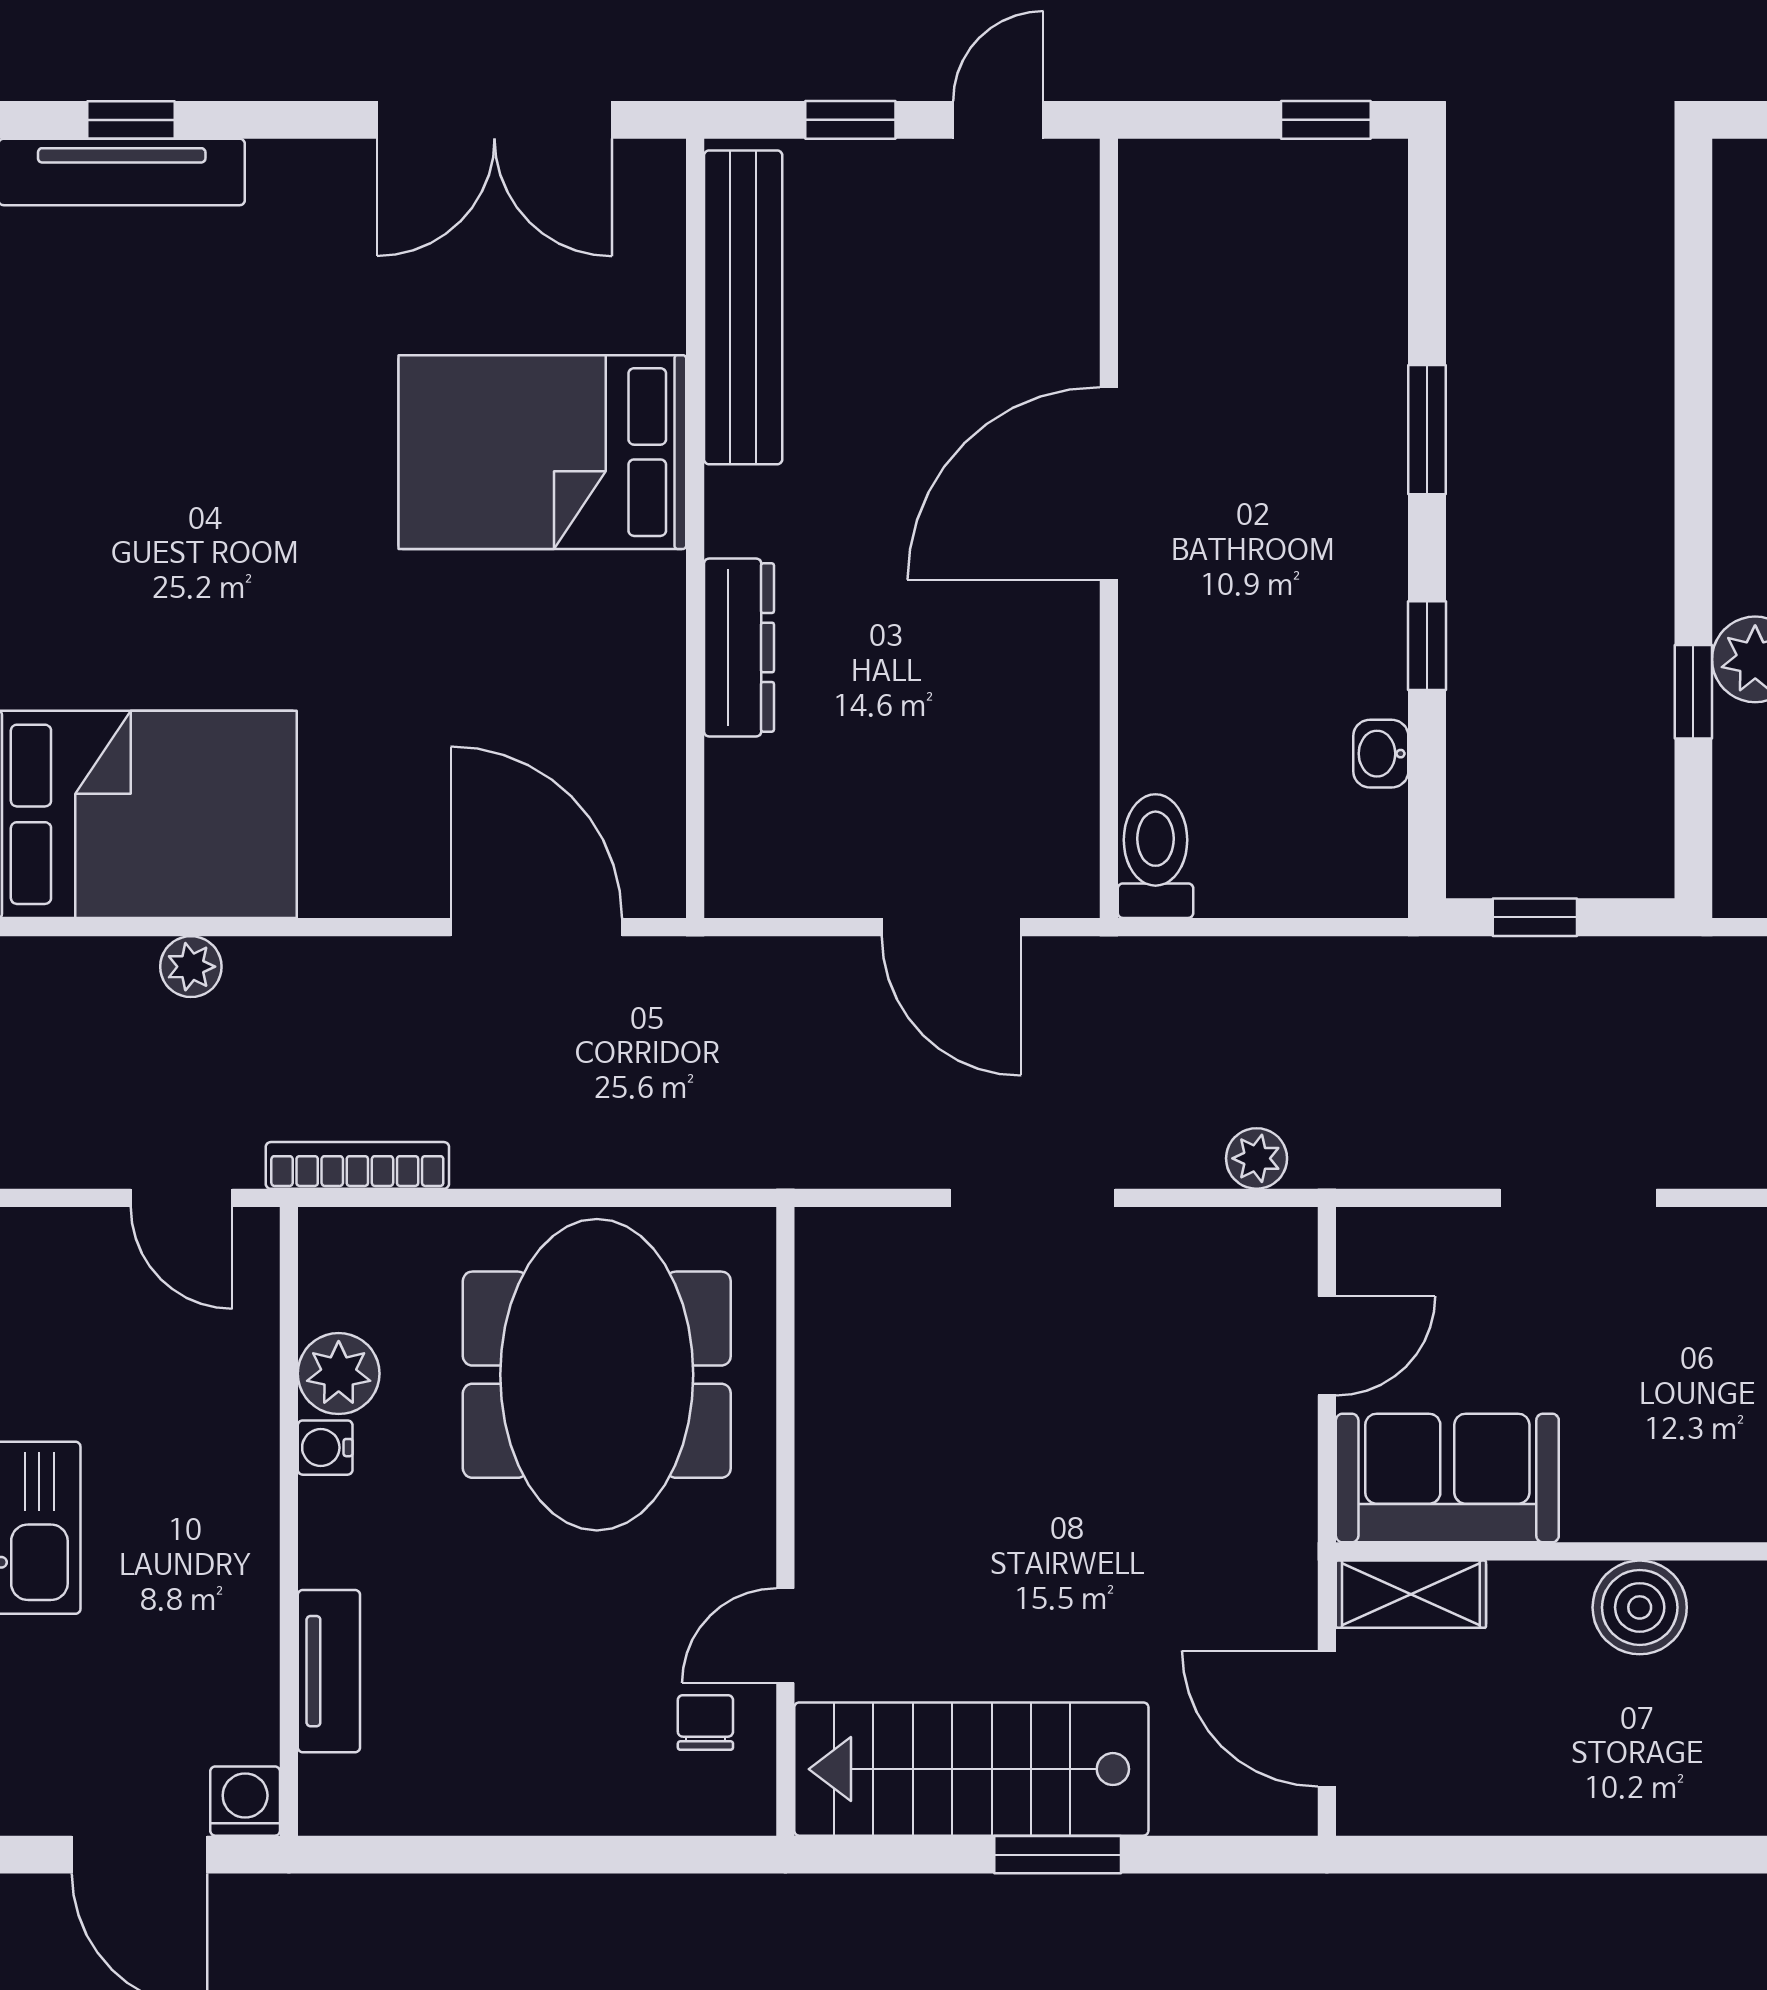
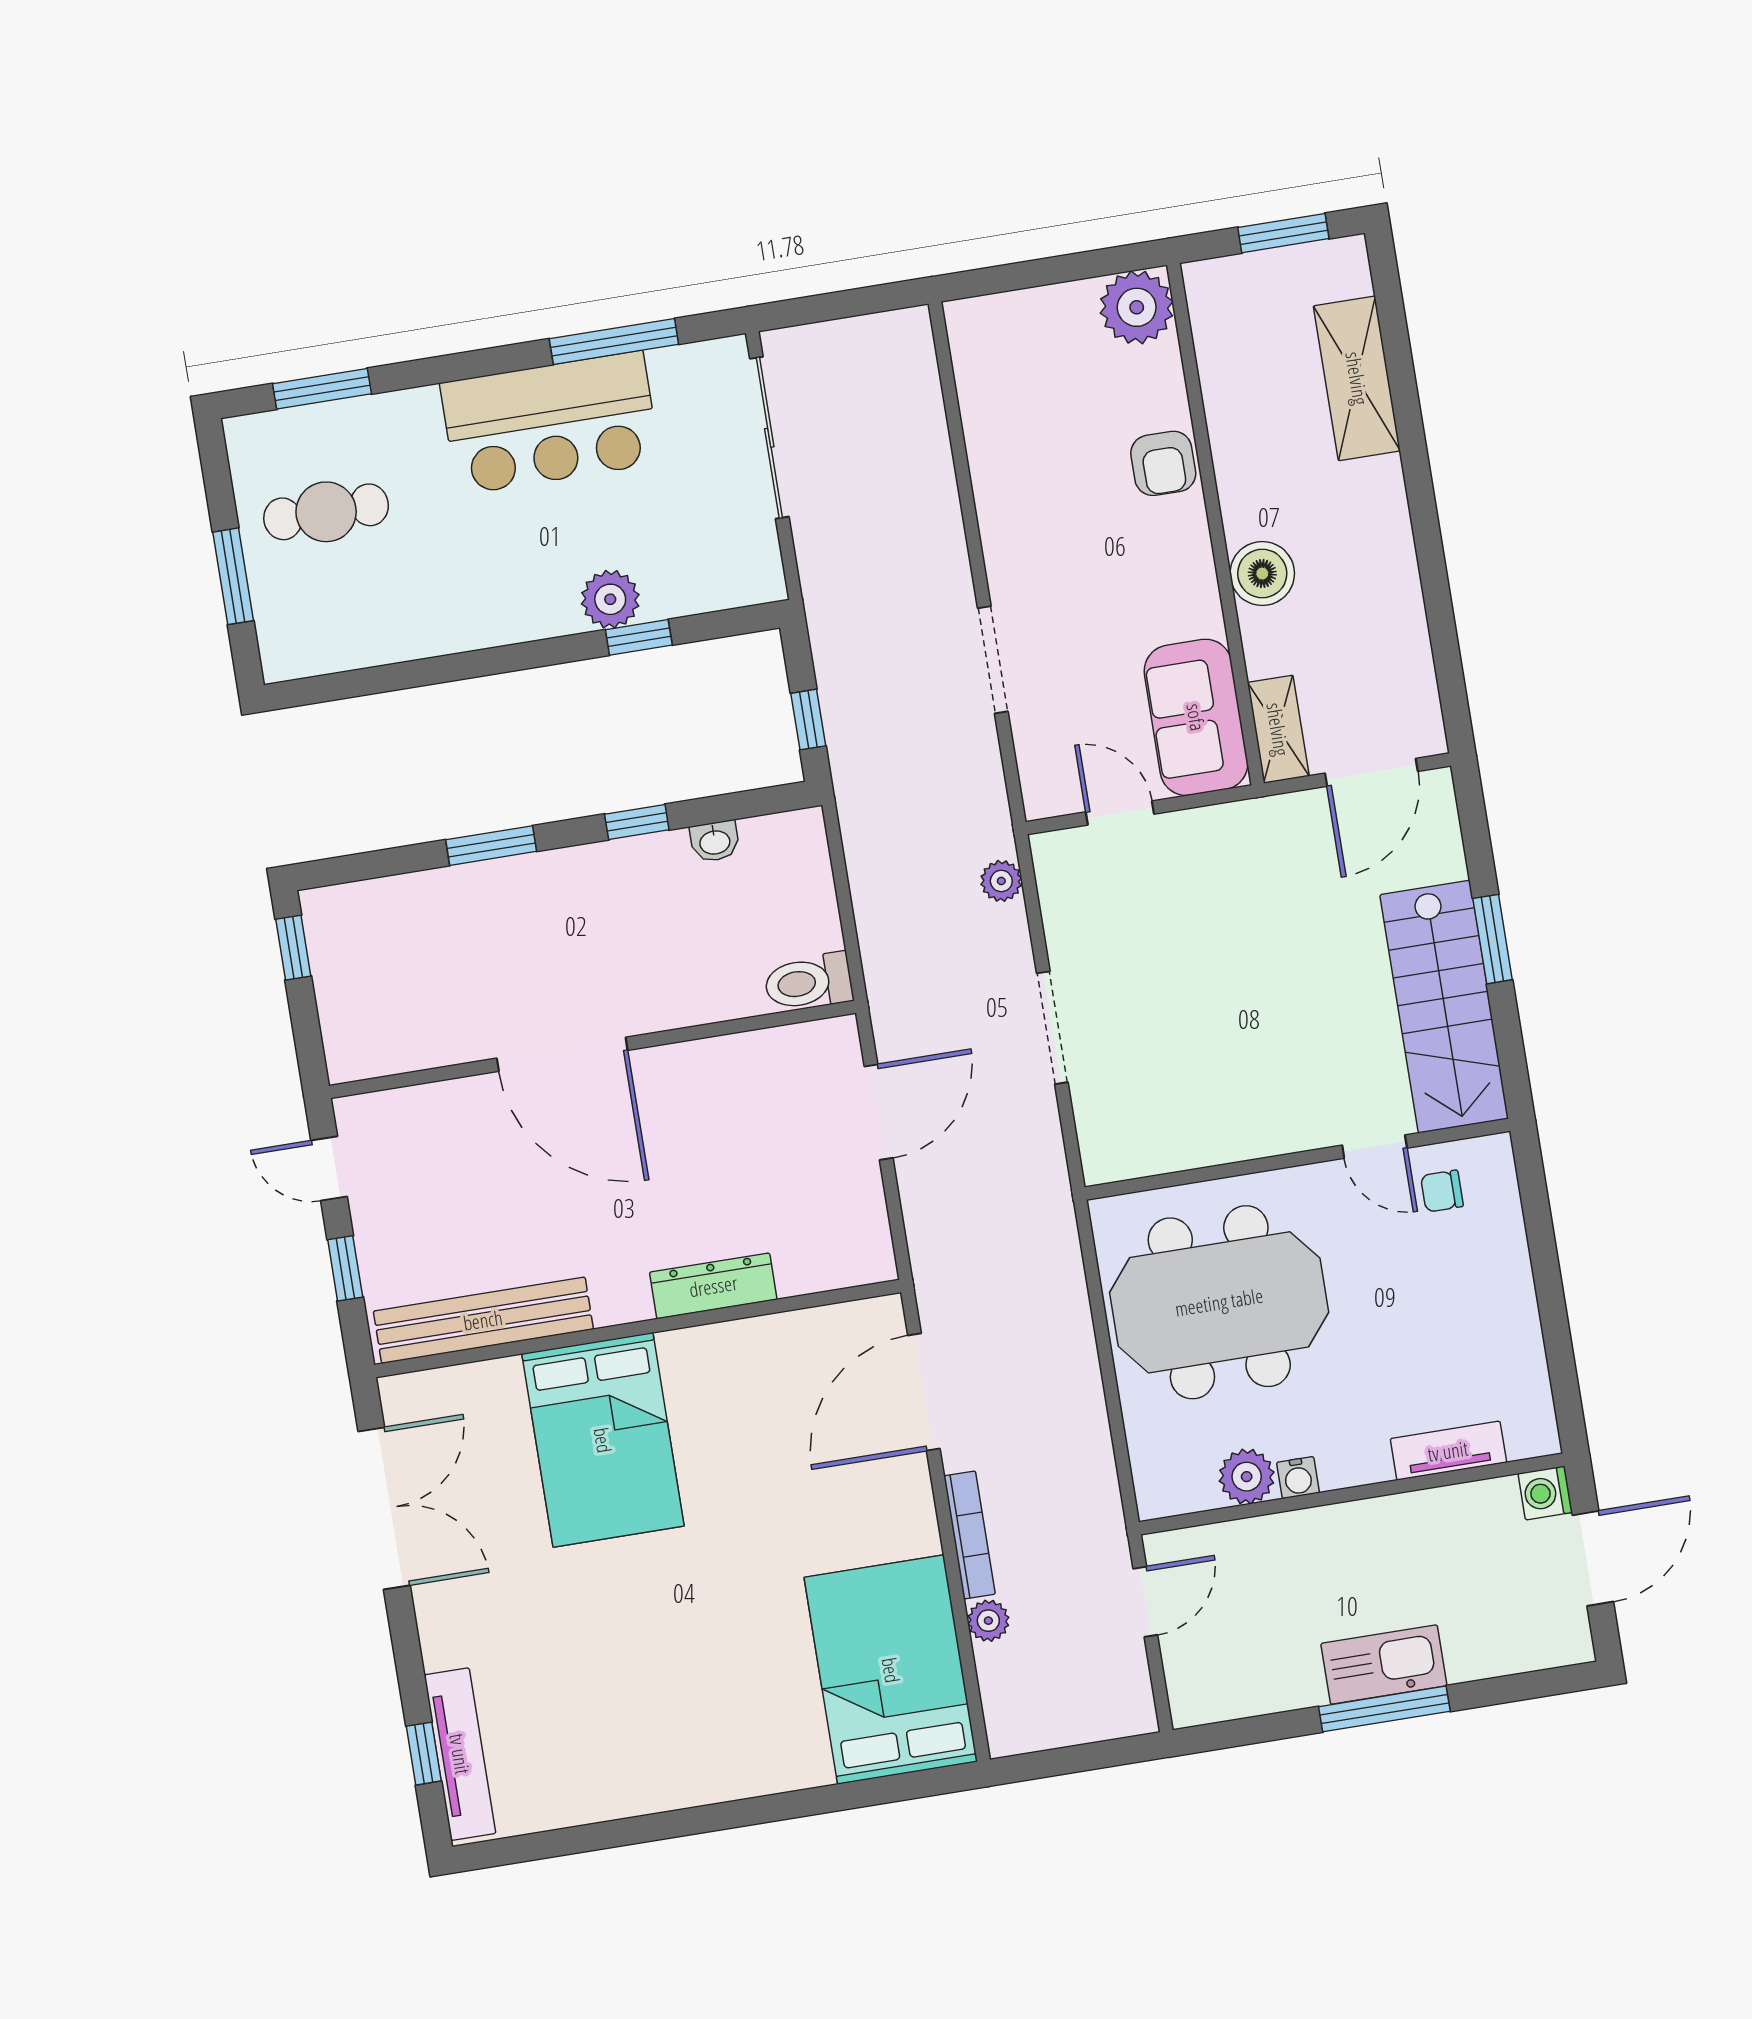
bookcase: (357, 1165) -> (970, 1535), moved, turned 180

